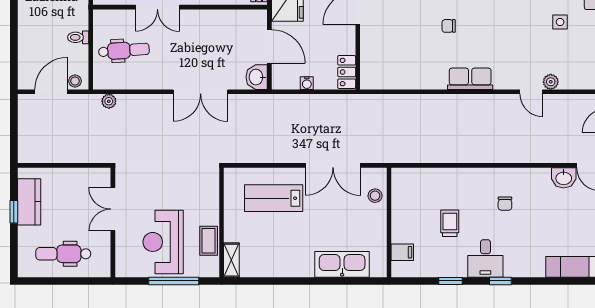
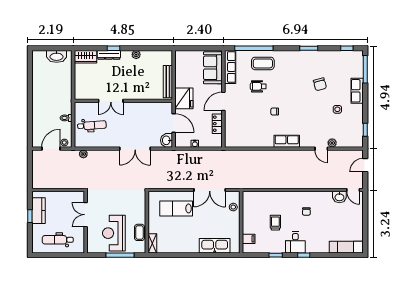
locker: (347, 72) -> (217, 124), moved

